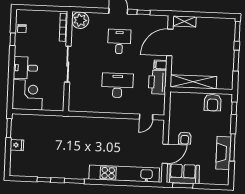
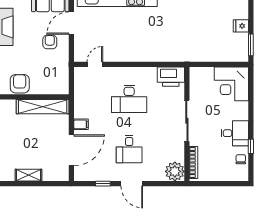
shelving: (184, 21) -> (29, 175), moved
desk: (26, 68) -> (235, 133), moved
printer: (157, 82) -> (171, 77), moved, turned 90

